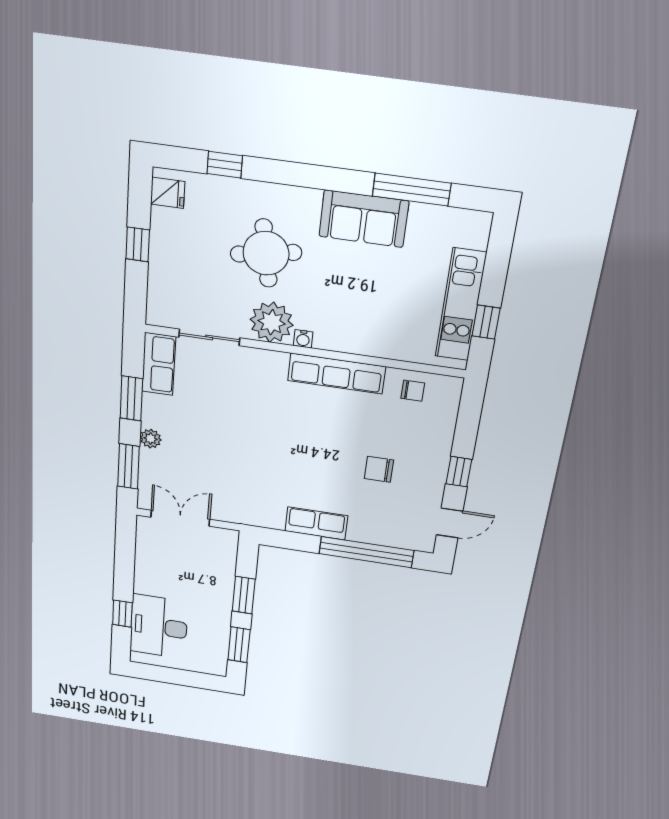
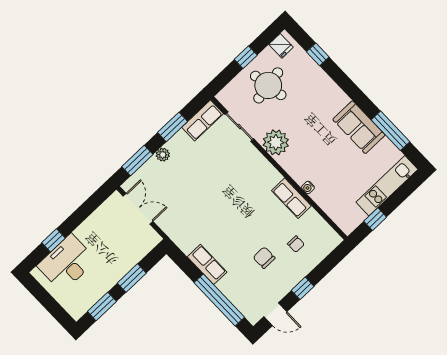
round table: (266, 253) -> (268, 85), moved
kitchen unit: (461, 305) -> (387, 186), moved
water cooler: (303, 339) -> (308, 187), moved
row of seats: (336, 374) -> (291, 198), width x0.68
chair: (413, 391) -> (296, 244), moved

